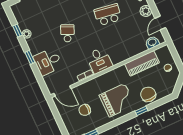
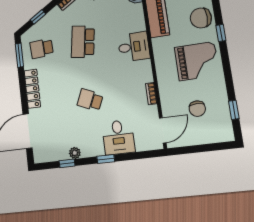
desk: (99, 60) -> (134, 47), moved
grand piano: (117, 100) -> (197, 61), turned 90

